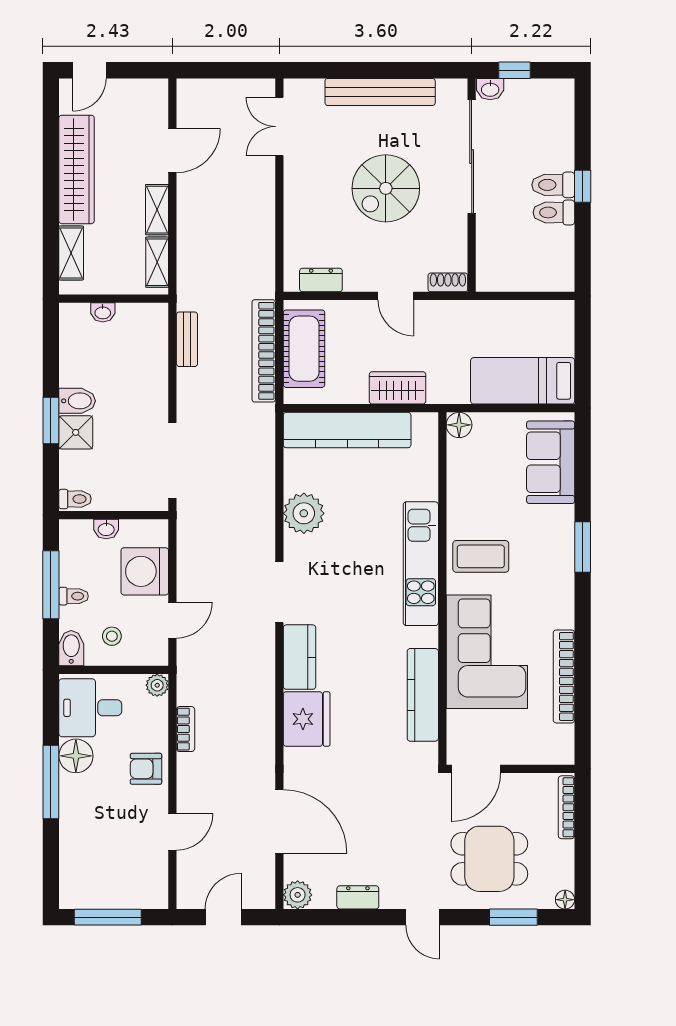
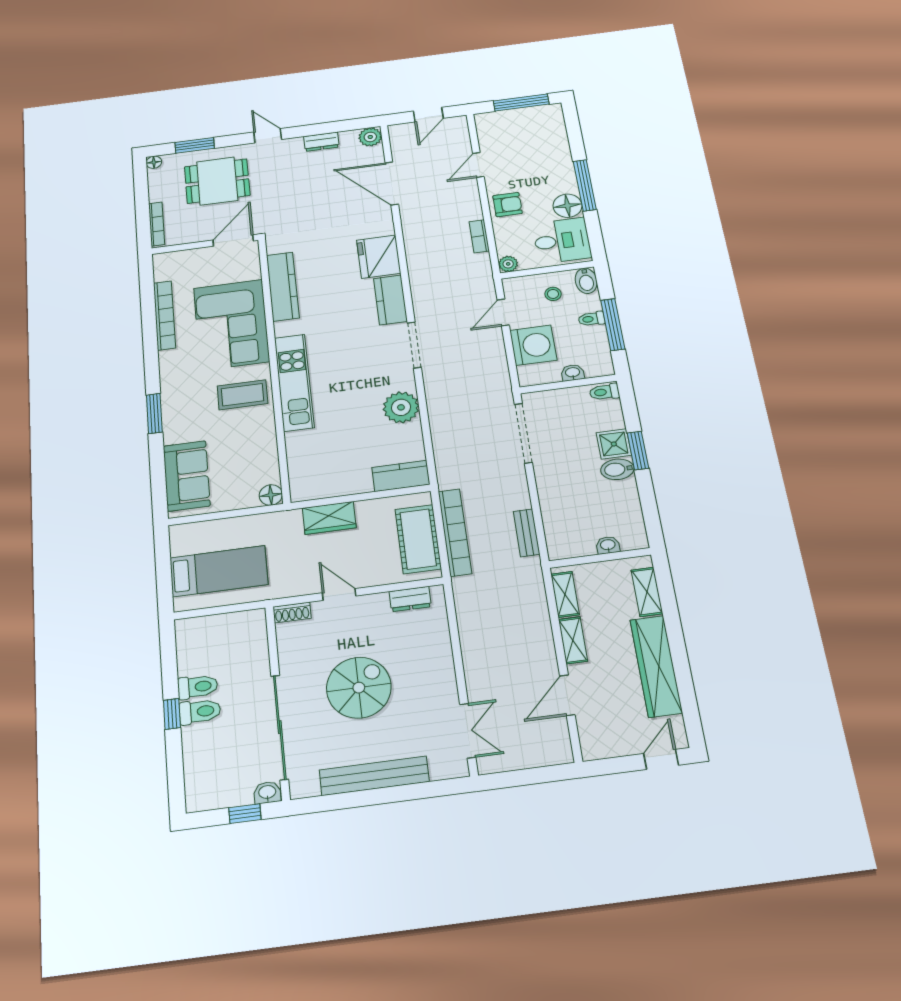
bed: (523, 381) -> (219, 571), moved
kitchen counter: (347, 430) -> (401, 476), width x0.48, depth x0.86

